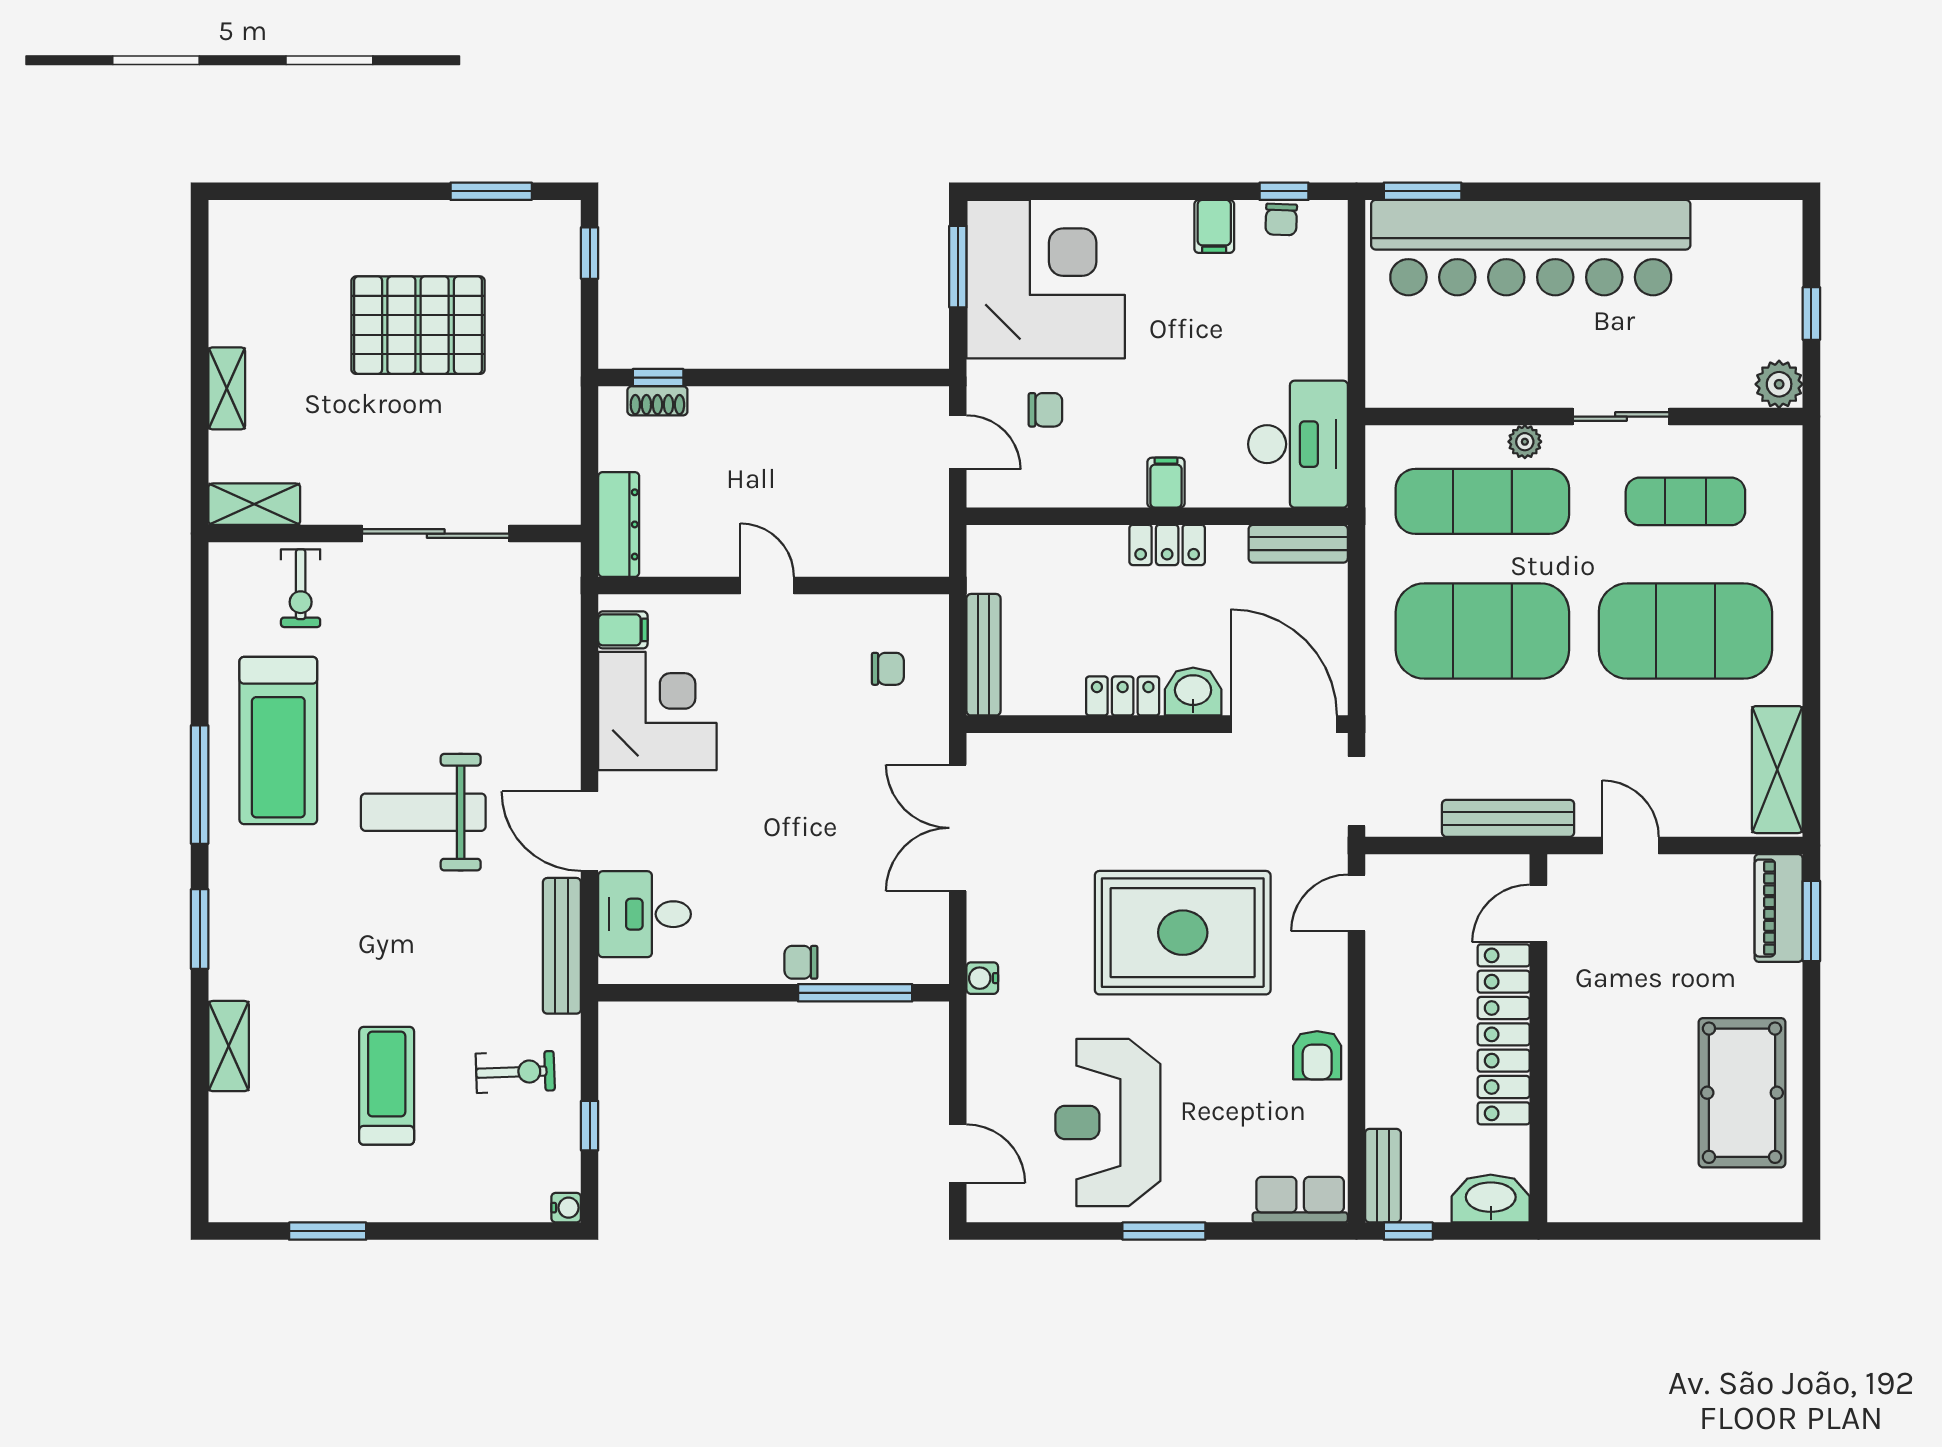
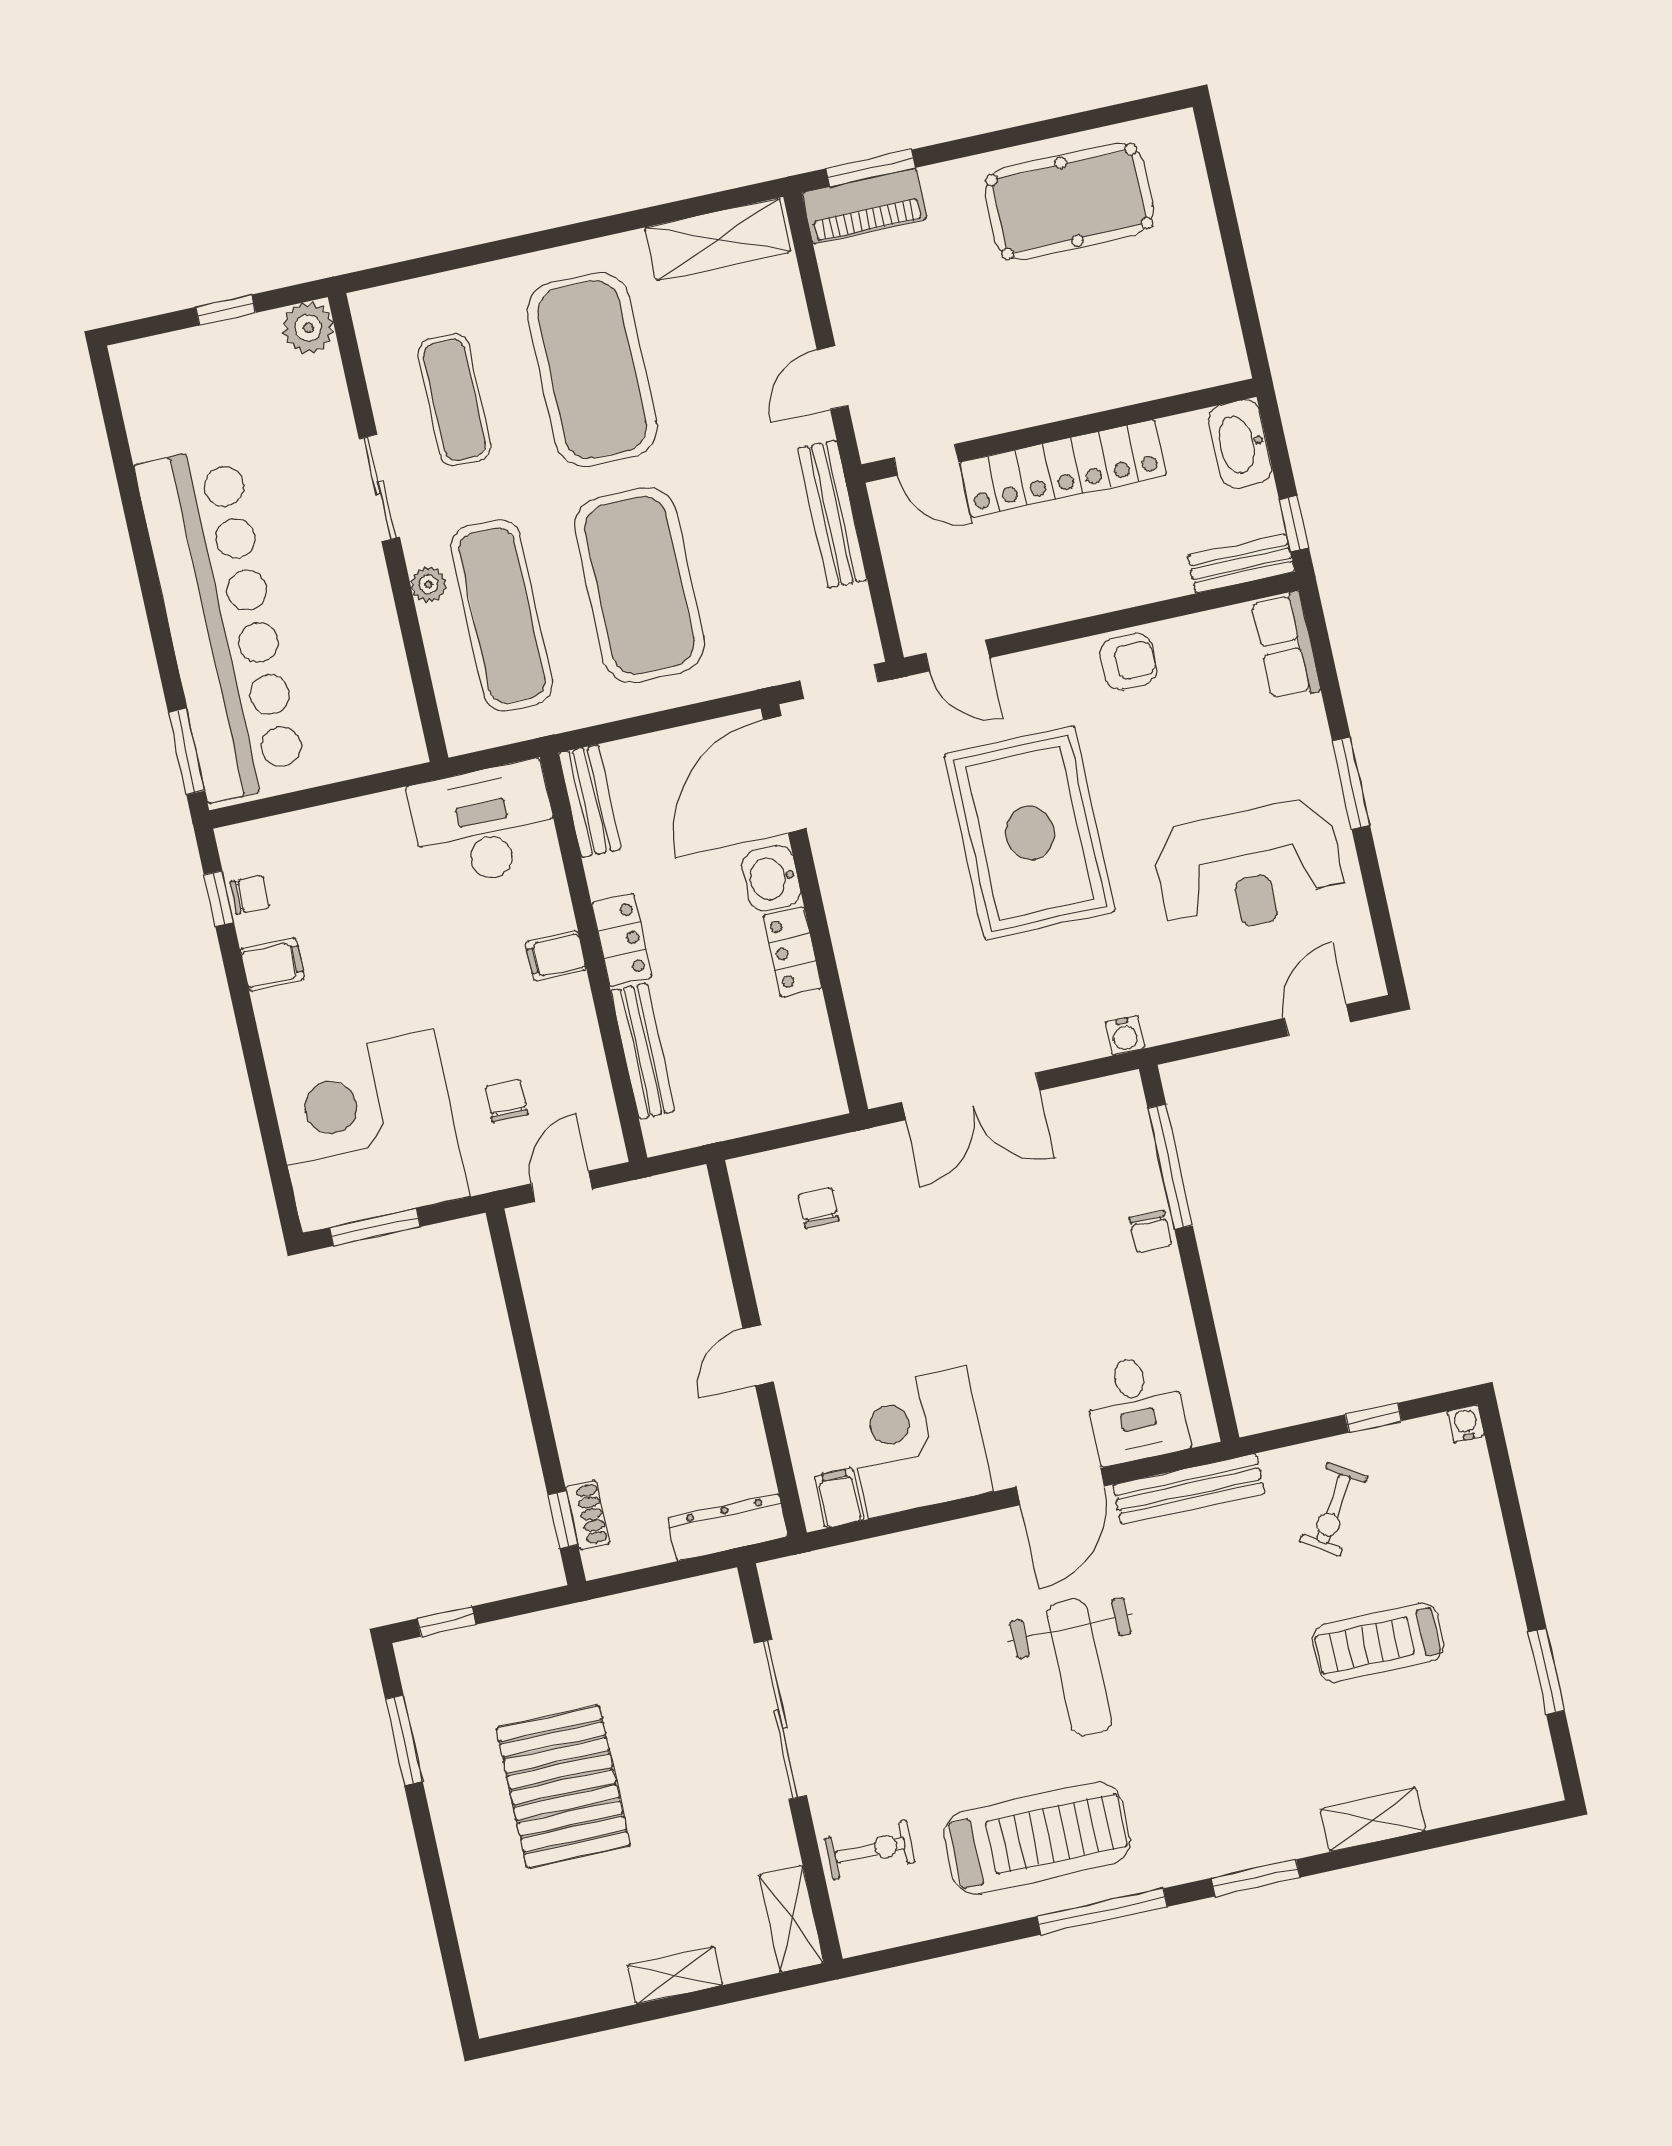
bench: (984, 655) -> (643, 1051), moved, turned 90
exercise bike: (515, 1072) -> (1334, 1509), turned -146

